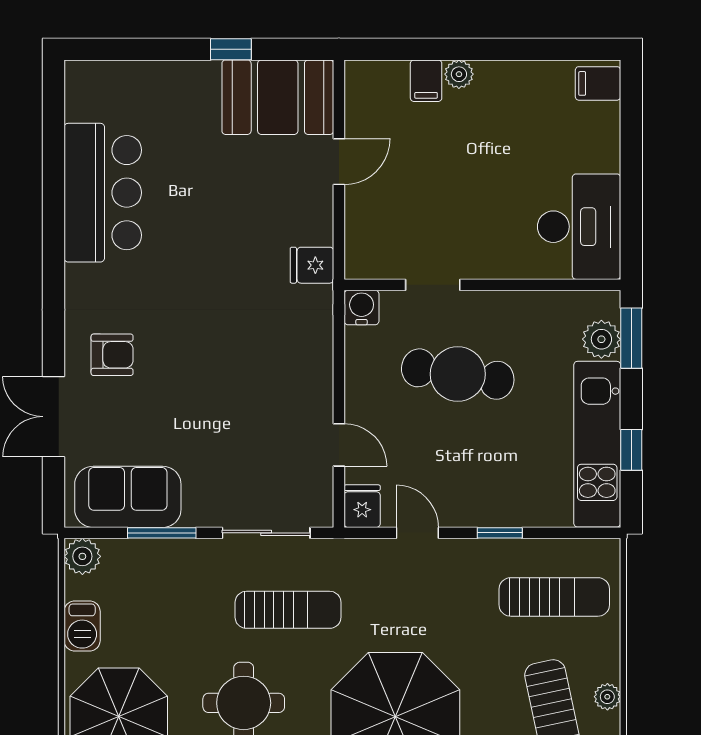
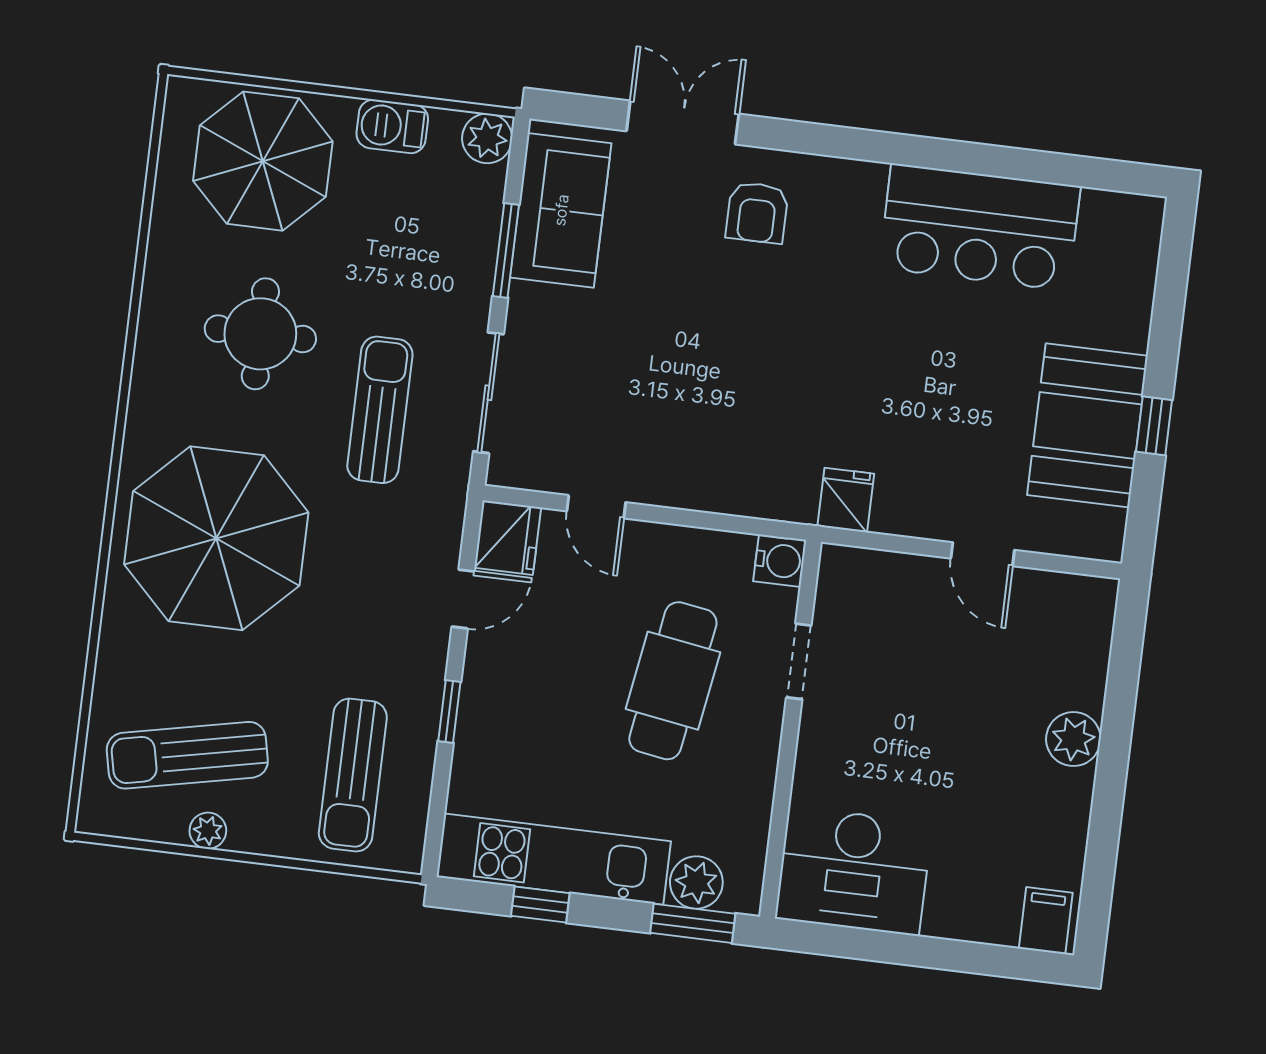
plant: (459, 74) -> (1073, 739), width x1.38, depth x1.38
filing cabinet: (426, 81) -> (1078, 687), removed
booth: (278, 97) -> (1087, 425), moved
door: (339, 445) -> (596, 507), hinge flipped
fridge: (362, 506) -> (508, 538), width x1.38
sun lounger: (288, 610) -> (380, 410), turned 180

